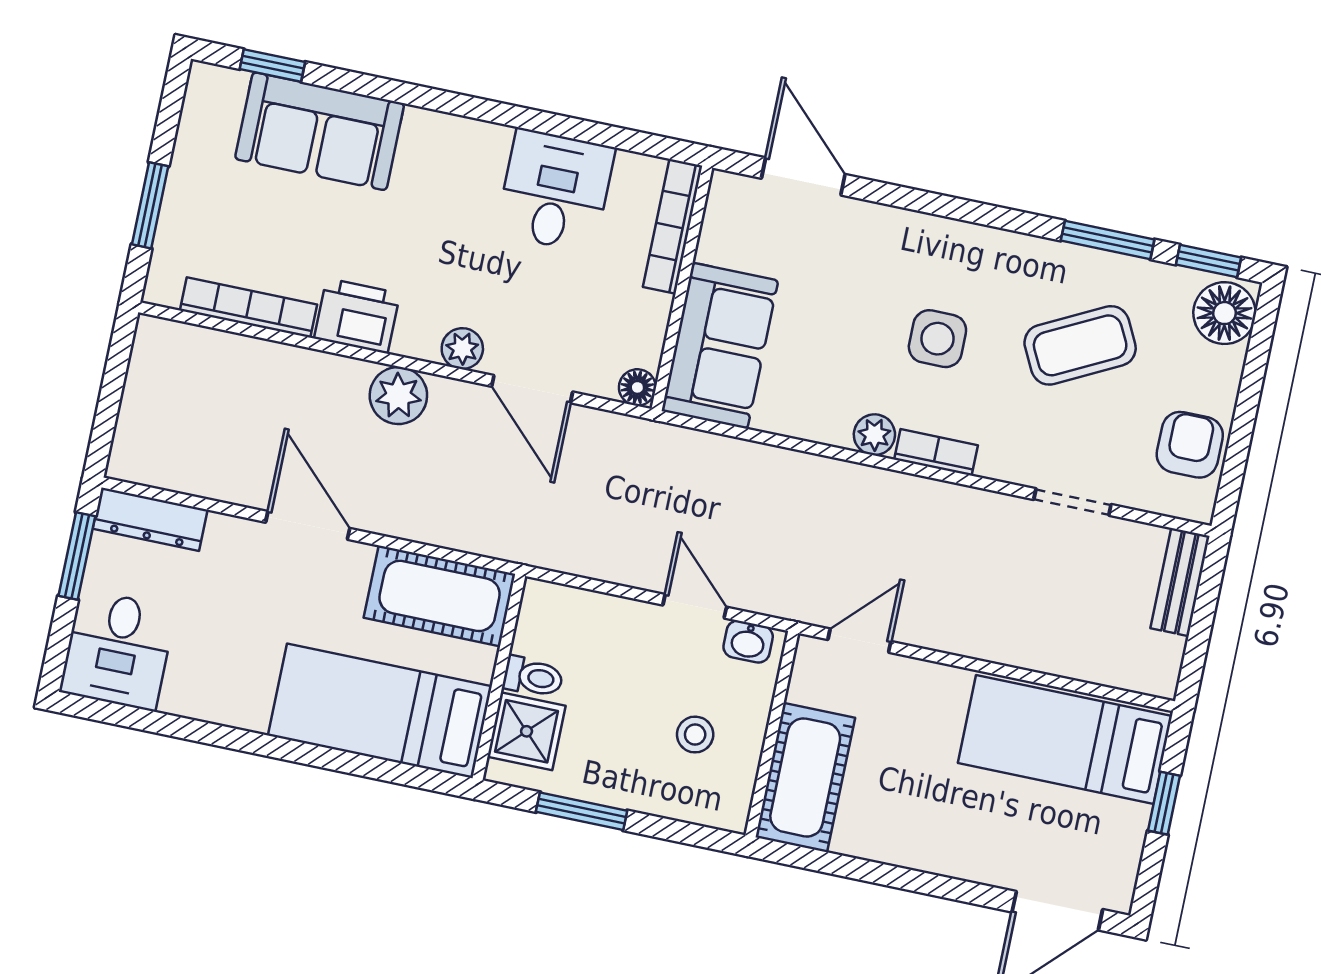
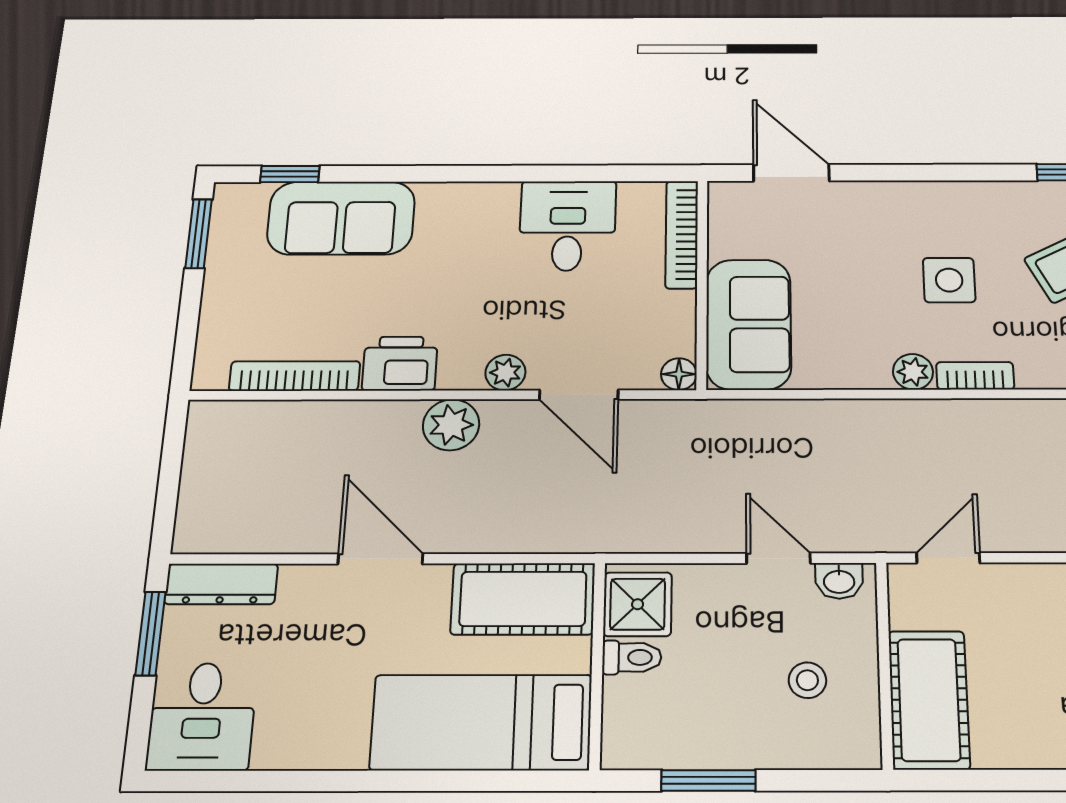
window: (150, 205) -> (199, 234), moved
shower: (527, 731) -> (638, 604), moved

